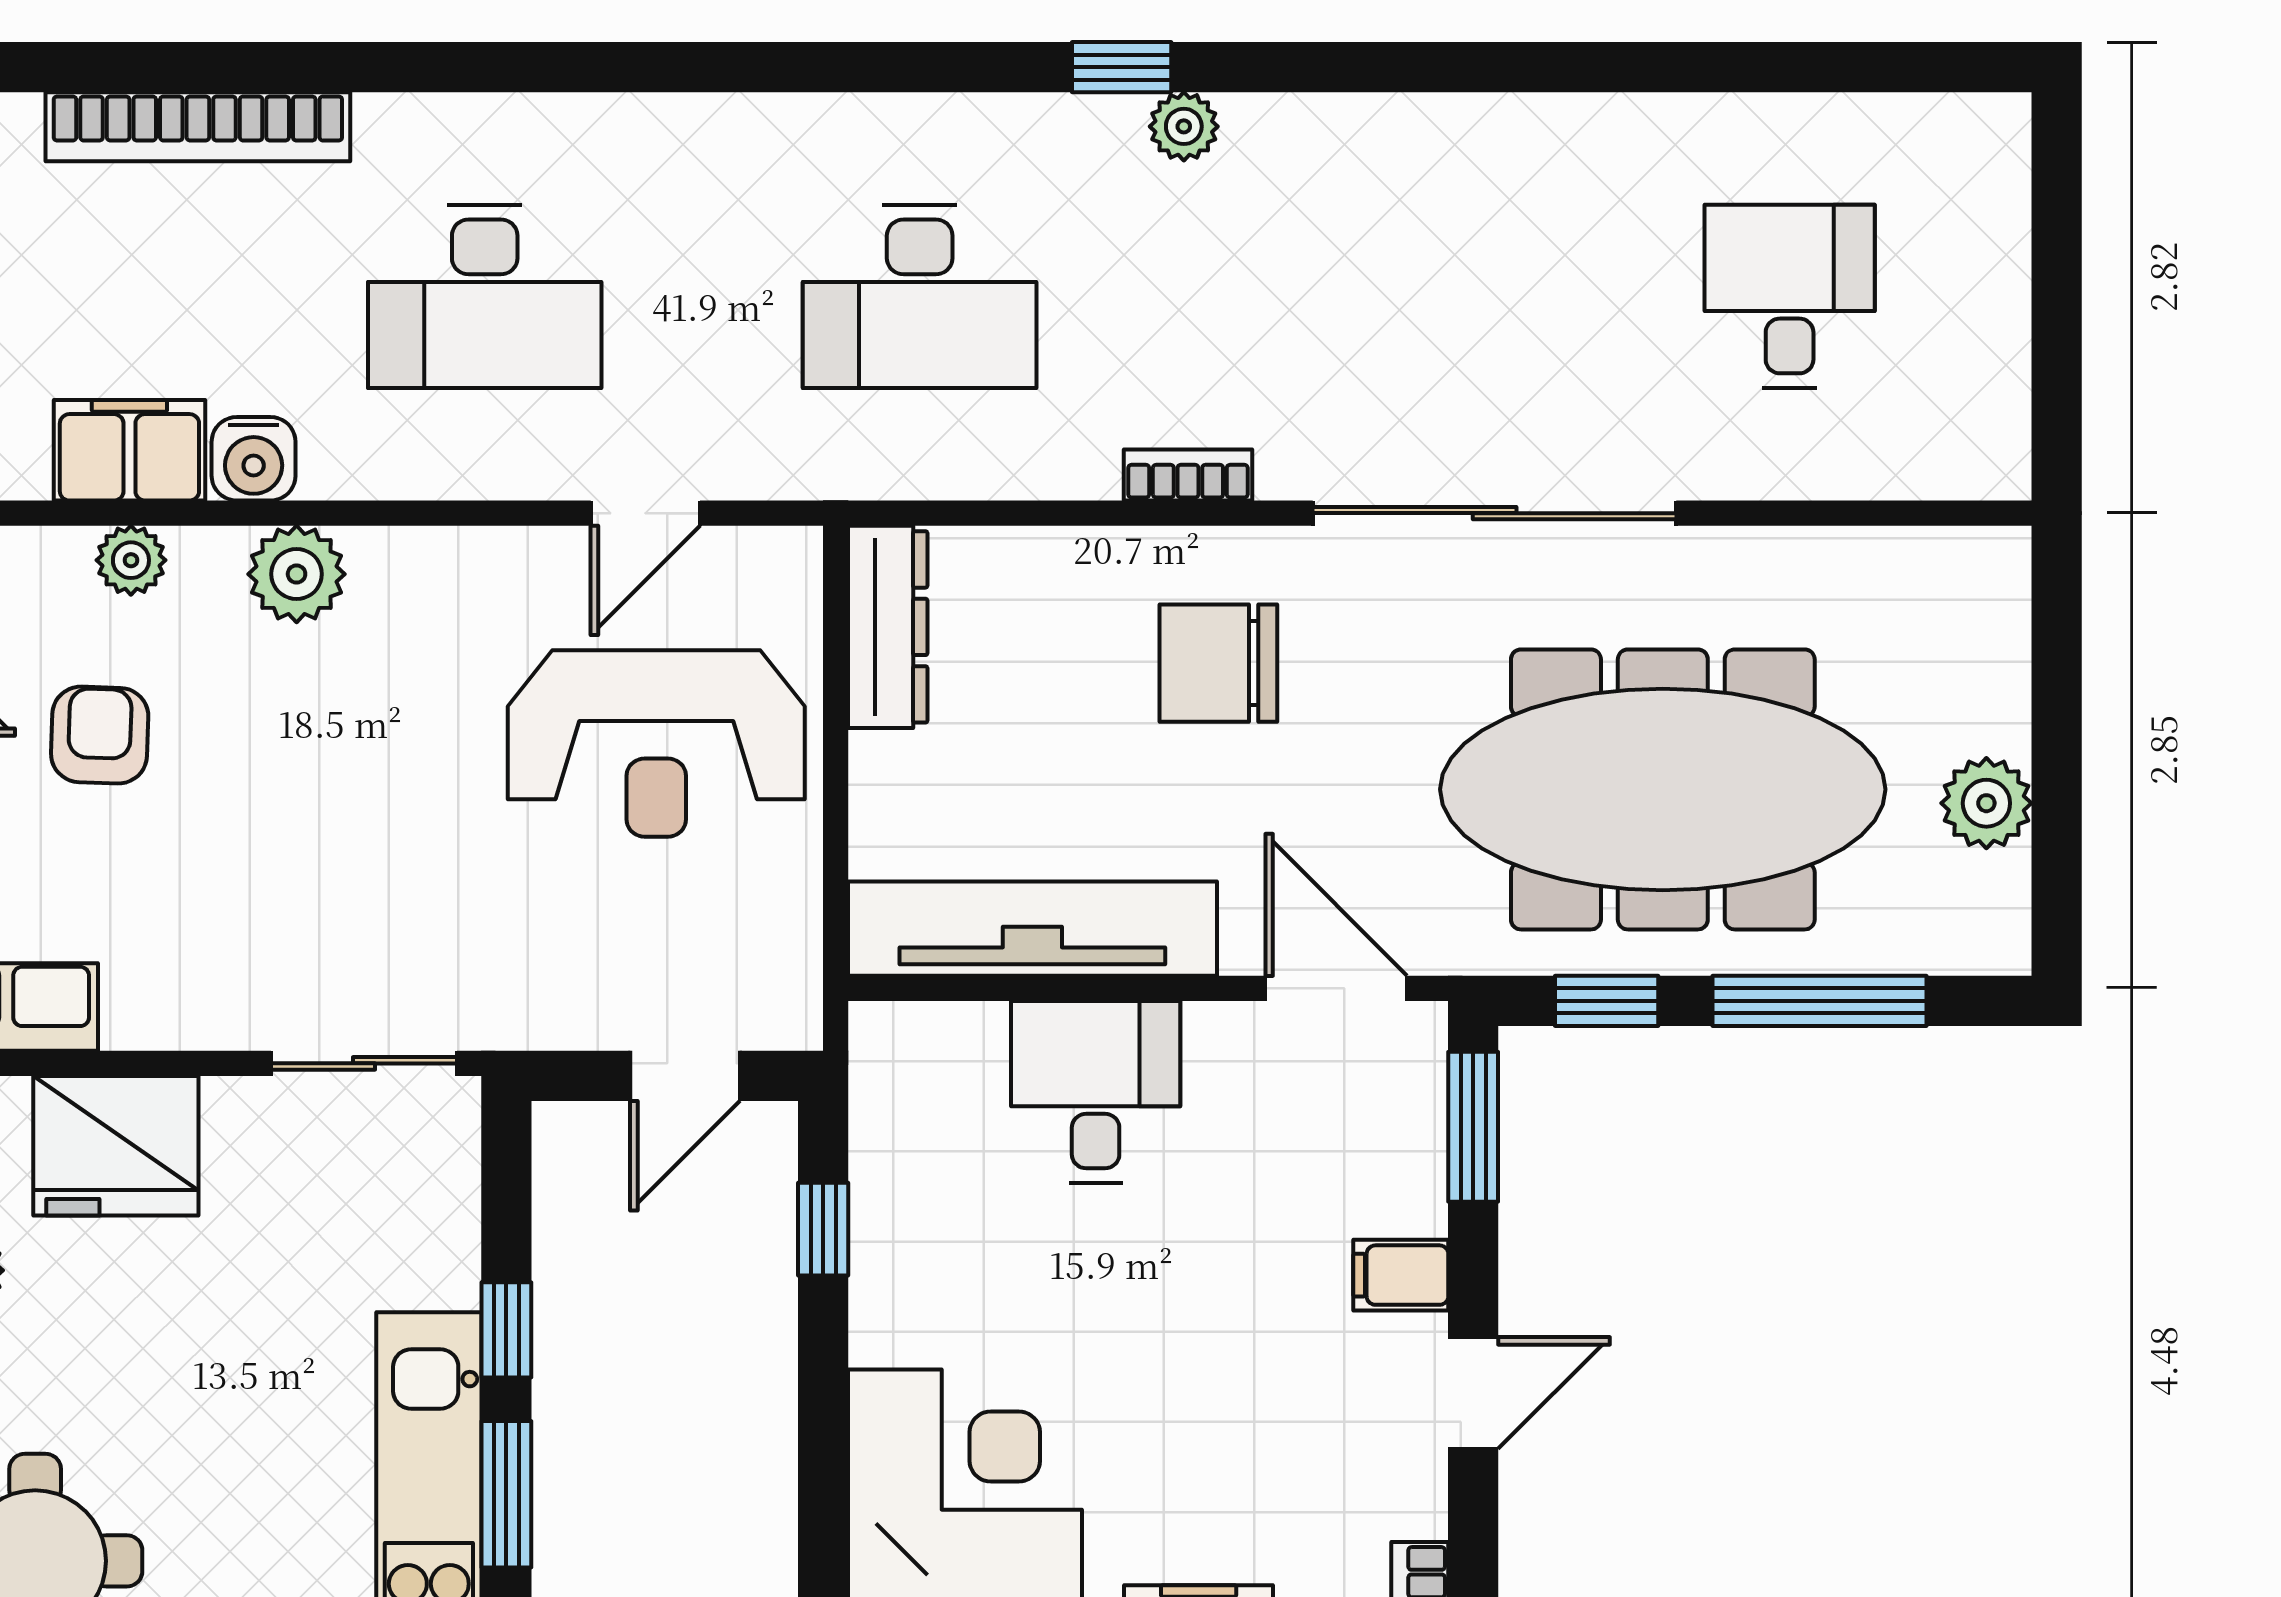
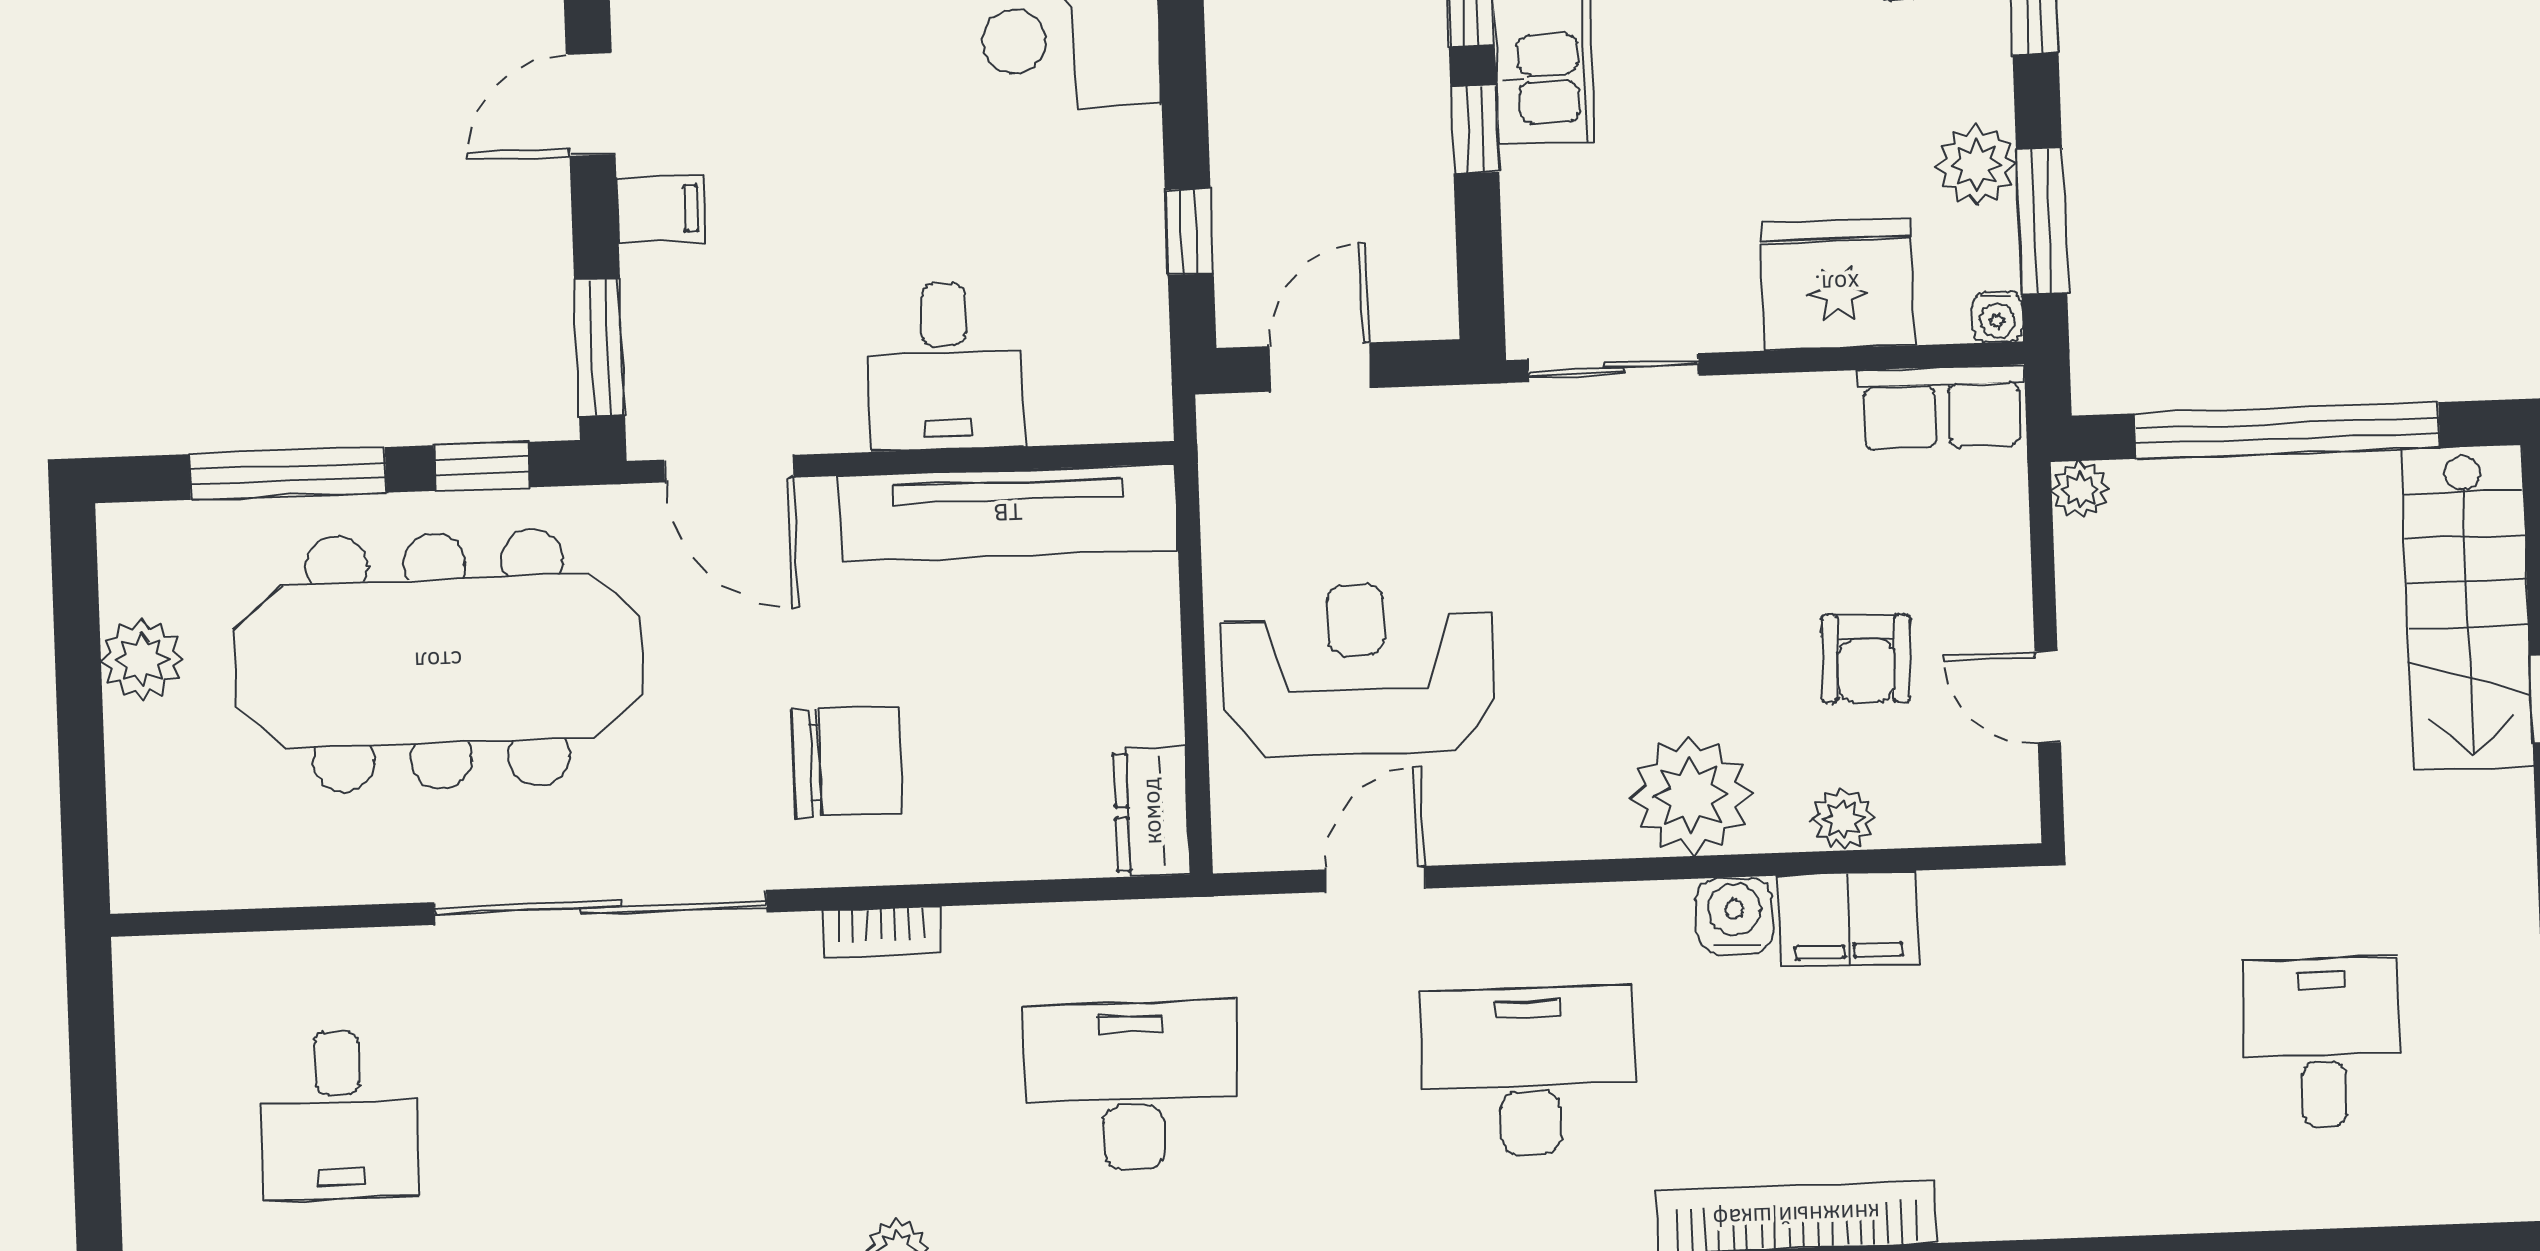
plant: (297, 574) -> (1691, 796), width x1.36, depth x1.36
dresser: (888, 627) -> (1151, 811), width x0.70

